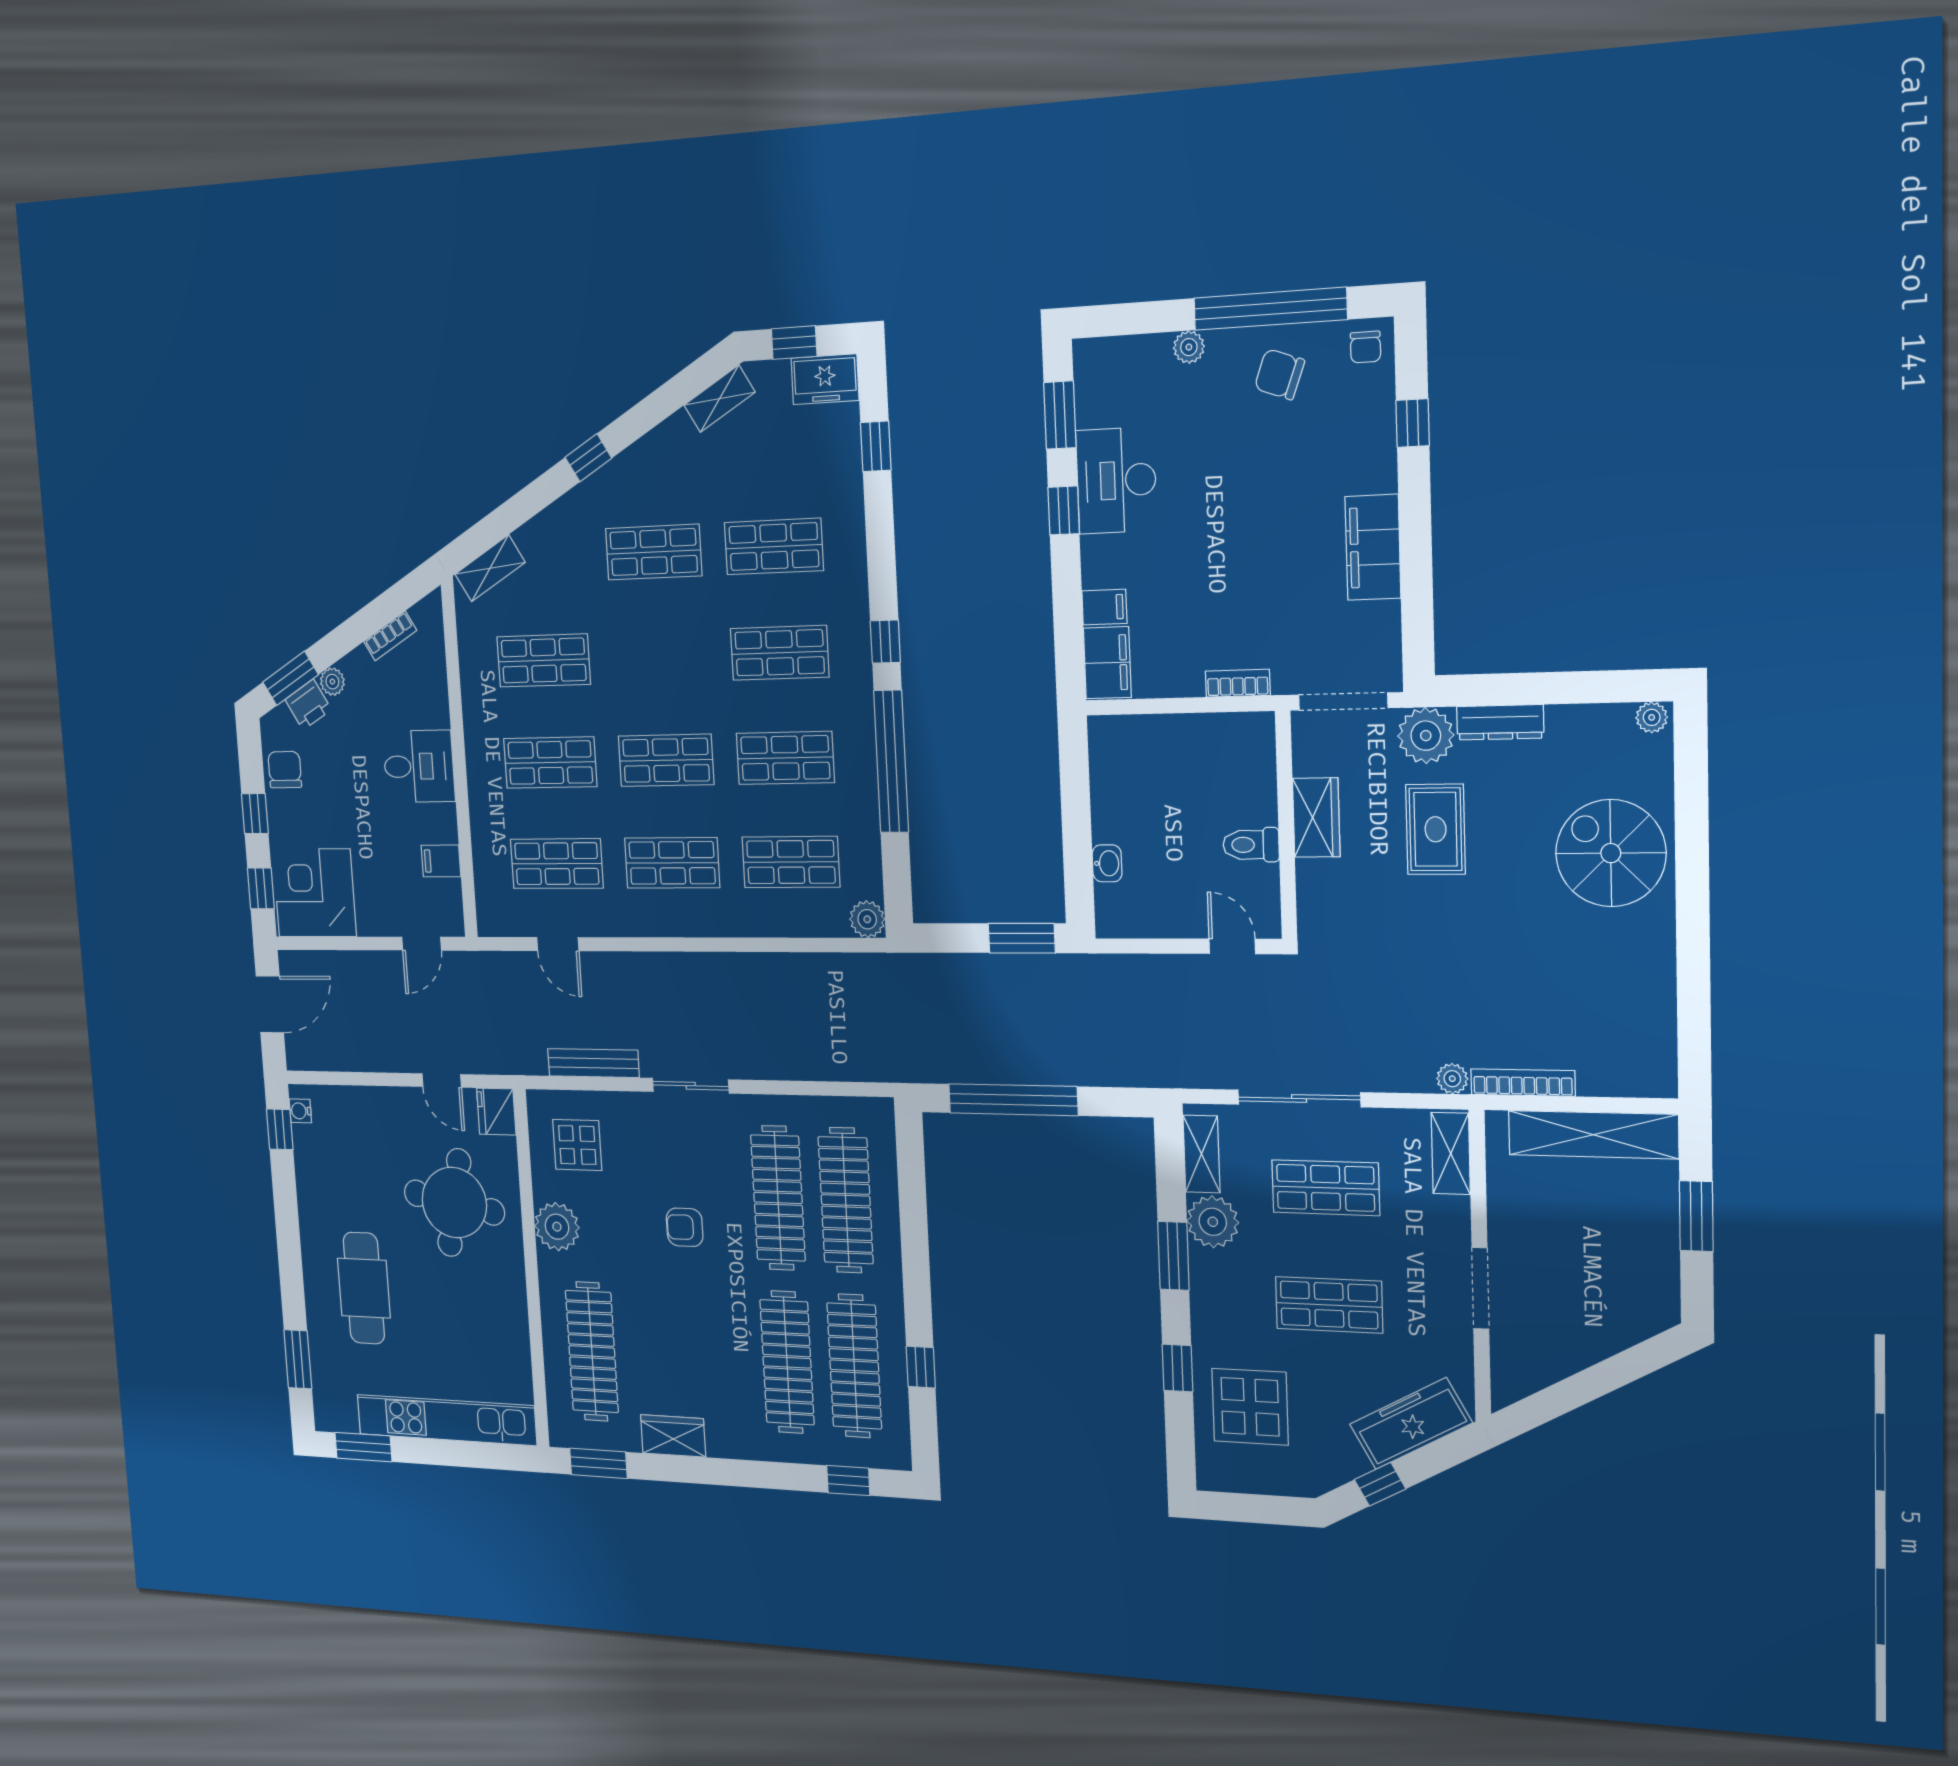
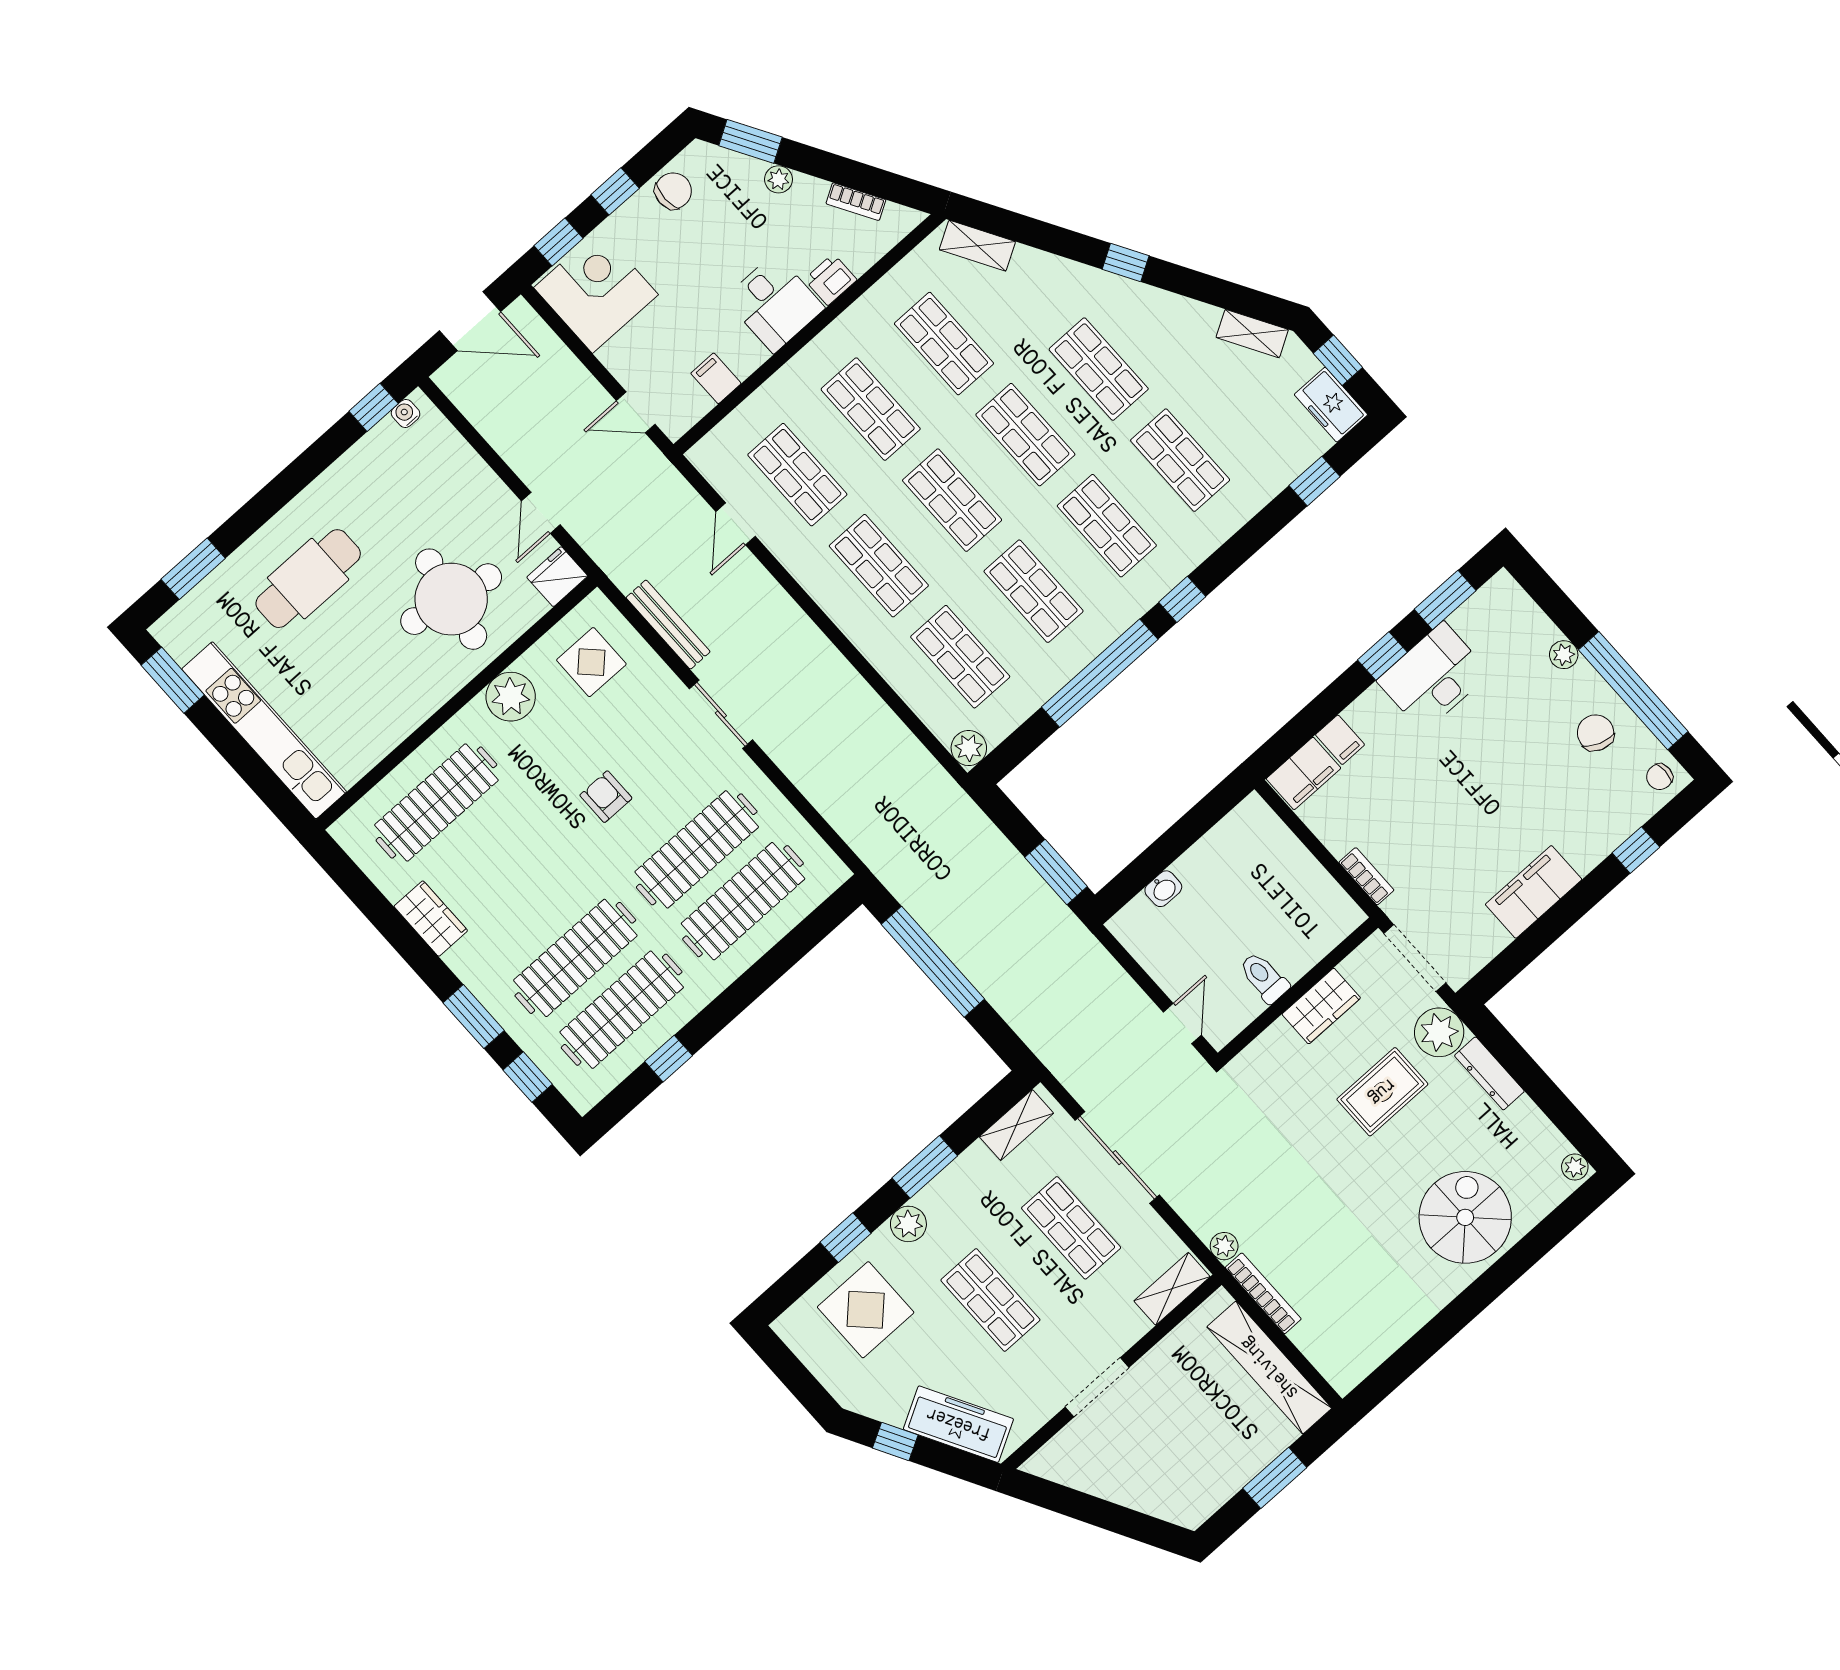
shop shelf: (660, 657) -> (1025, 435), added
printer: (308, 705) -> (831, 280), moved, turned 120
plant: (1213, 1222) -> (908, 1224), moved, width x0.73, depth x0.73
window: (598, 1463) -> (474, 1017), moved

